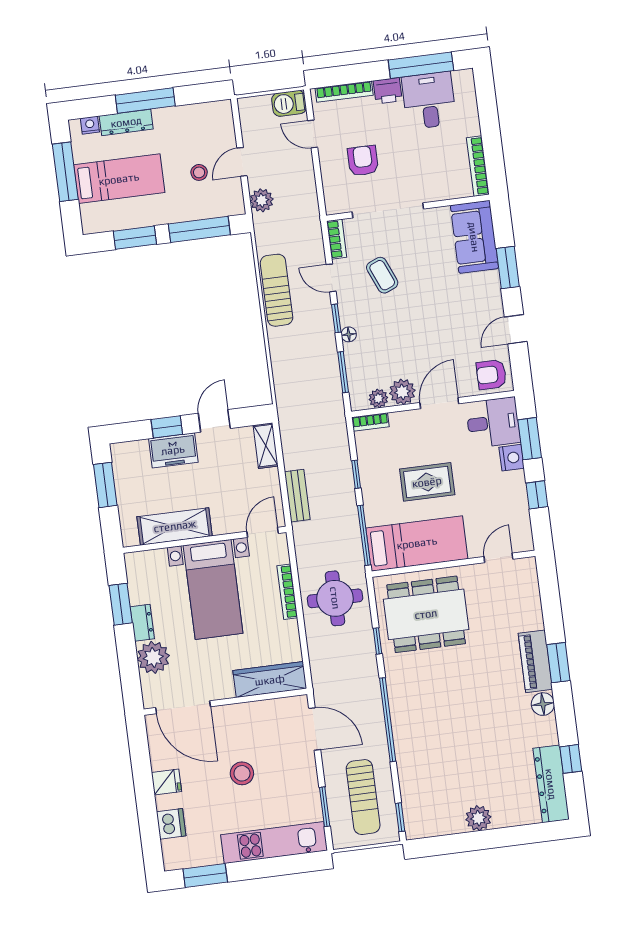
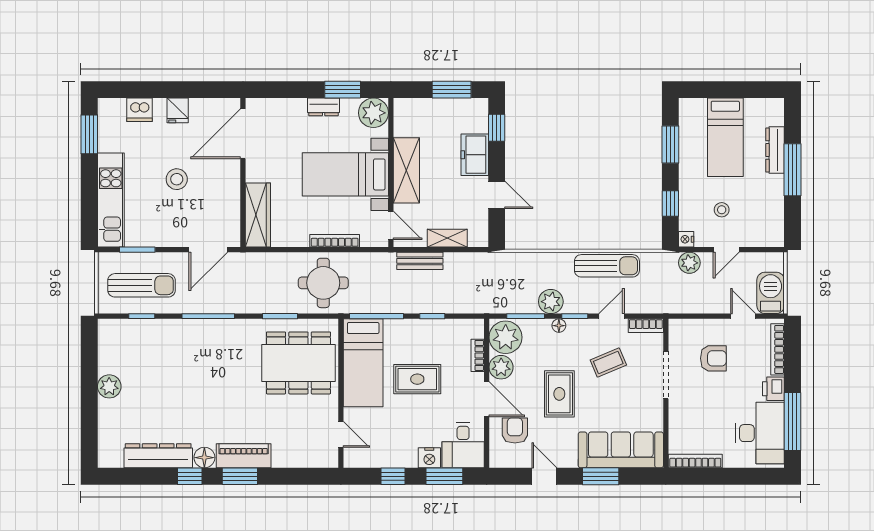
desk: (429, 100) -> (760, 433), width x1.37
barbecue: (289, 103) -> (771, 293), width x1.38, depth x1.27
nightstand: (90, 125) -> (686, 239), moved, turned 180
door: (313, 134) -> (743, 316), hinge flipped
door: (242, 162) -> (726, 250), swing flipped
window: (65, 172) -> (738, 90), removed
doorway: (388, 210) -> (666, 375), width x0.73
window: (199, 229) -> (670, 203), width x0.46
sofa: (474, 237) -> (621, 450), width x1.36
rug: (423, 324) -> (559, 394), added
plant: (323, 347) -> (551, 302), added
armchair: (491, 374) -> (515, 430), moved
plant: (378, 398) -> (506, 337), width x1.88, depth x1.88
bookcase: (370, 422) -> (478, 355), moved
window: (167, 427) -> (497, 128), moved
shelving: (266, 446) -> (447, 238), moved
rug: (427, 482) -> (417, 379), turned 90
shelving: (175, 526) -> (406, 170), moved
dining table: (426, 614) -> (298, 363), turned 90
window: (378, 641) -> (280, 316), width x1.50
plant: (153, 657) -> (373, 113), moved
window: (388, 720) -> (208, 316), width x0.68
window: (571, 759) -> (190, 476), moved
dresser: (551, 784) -> (158, 456), moved
sun lounger: (363, 797) -> (142, 285), turned 180
window: (400, 817) -> (142, 316), moved

